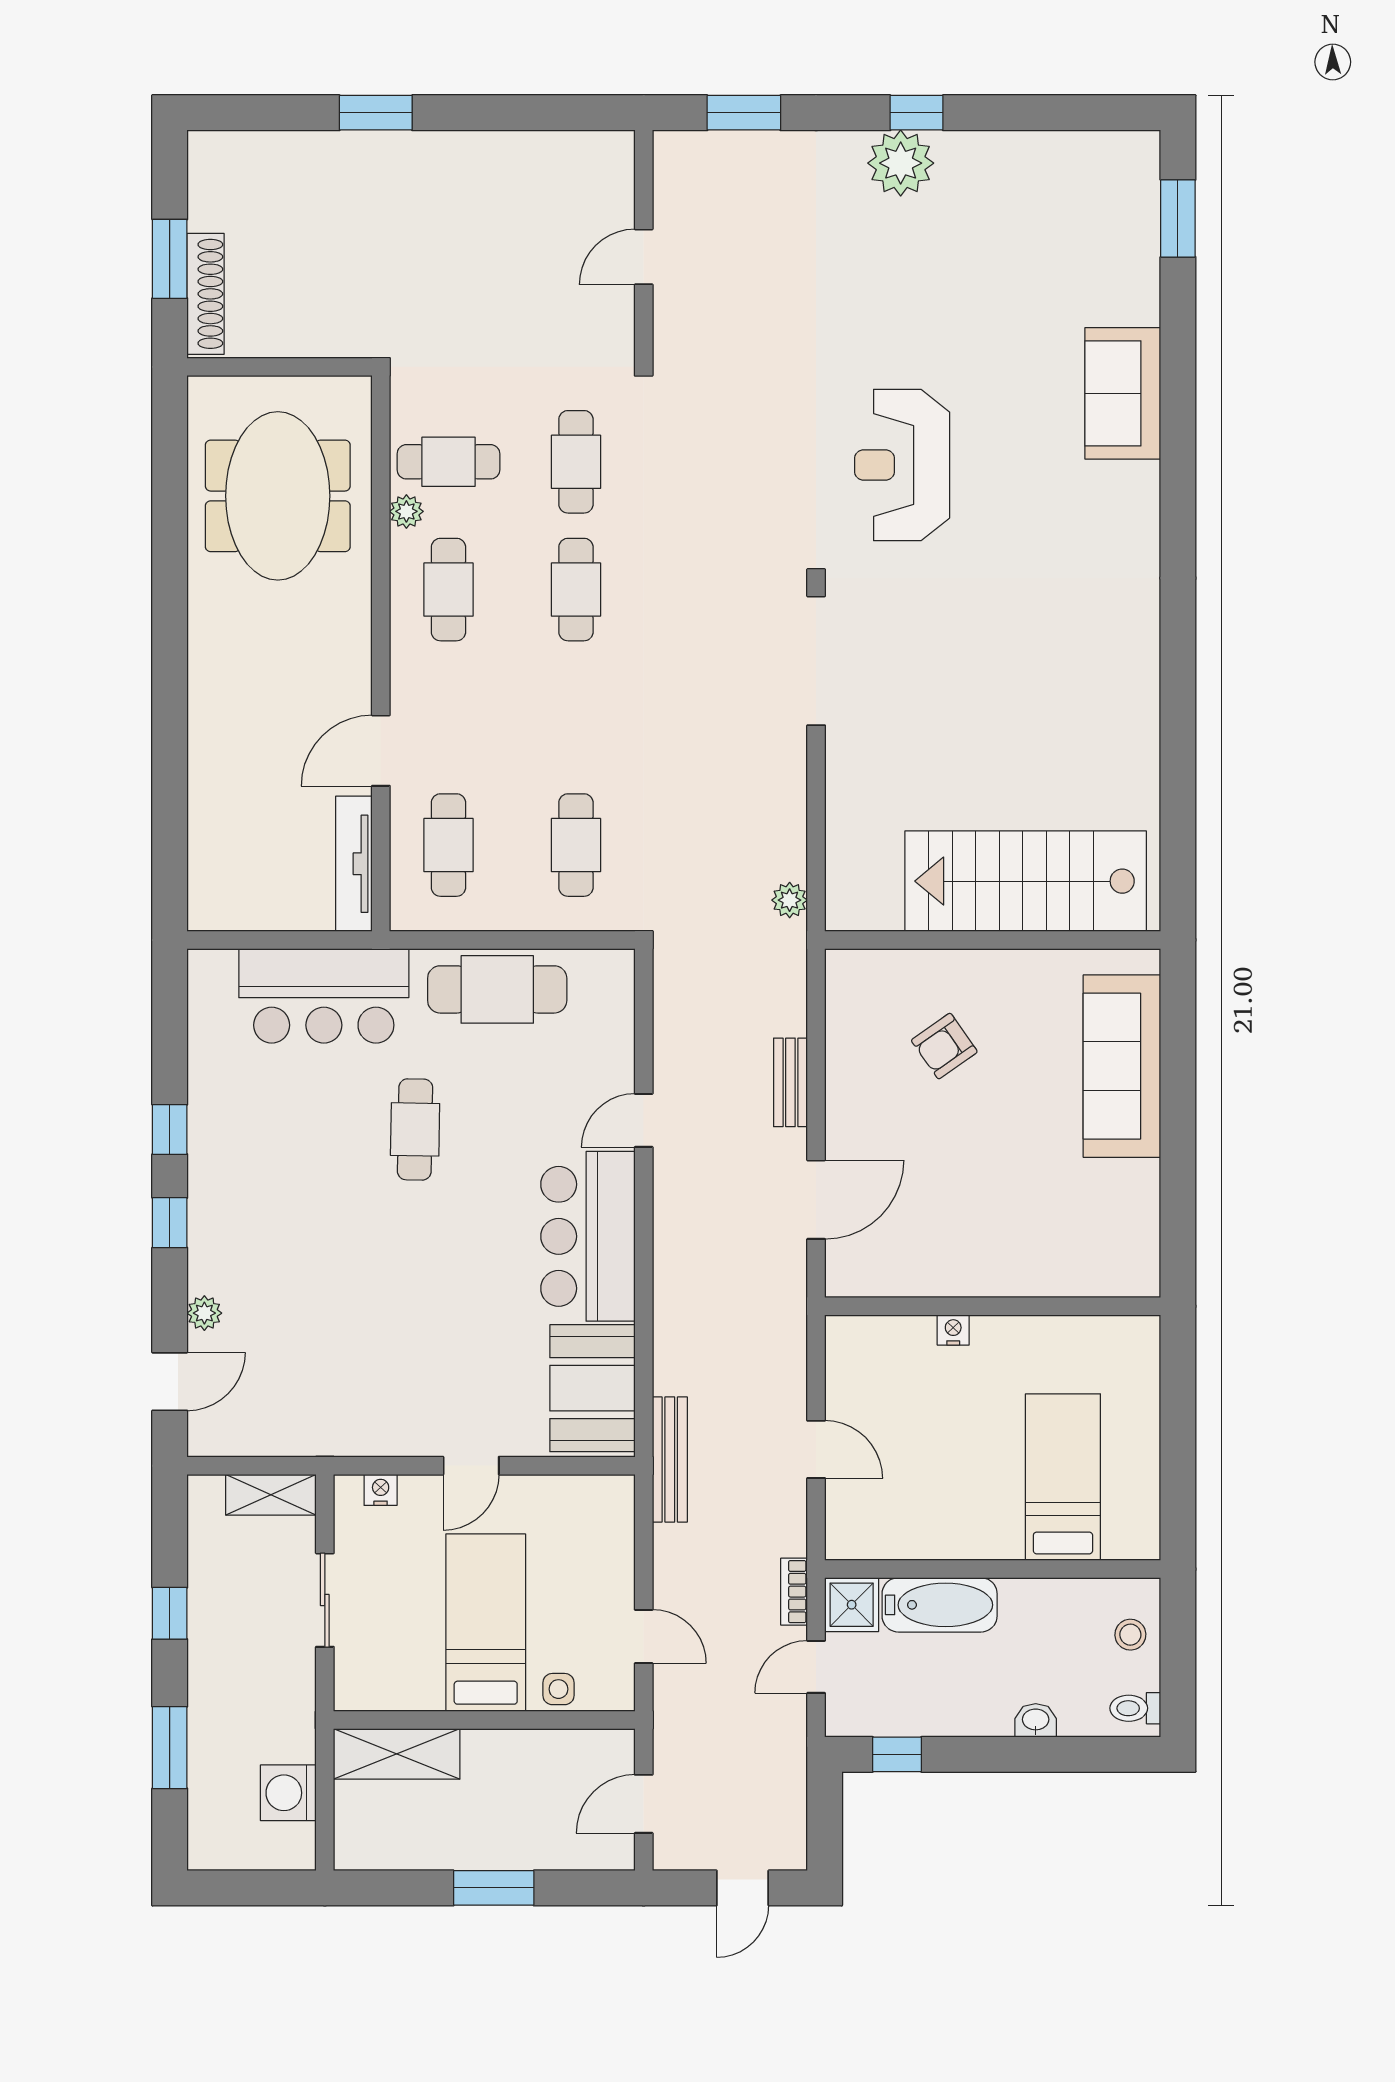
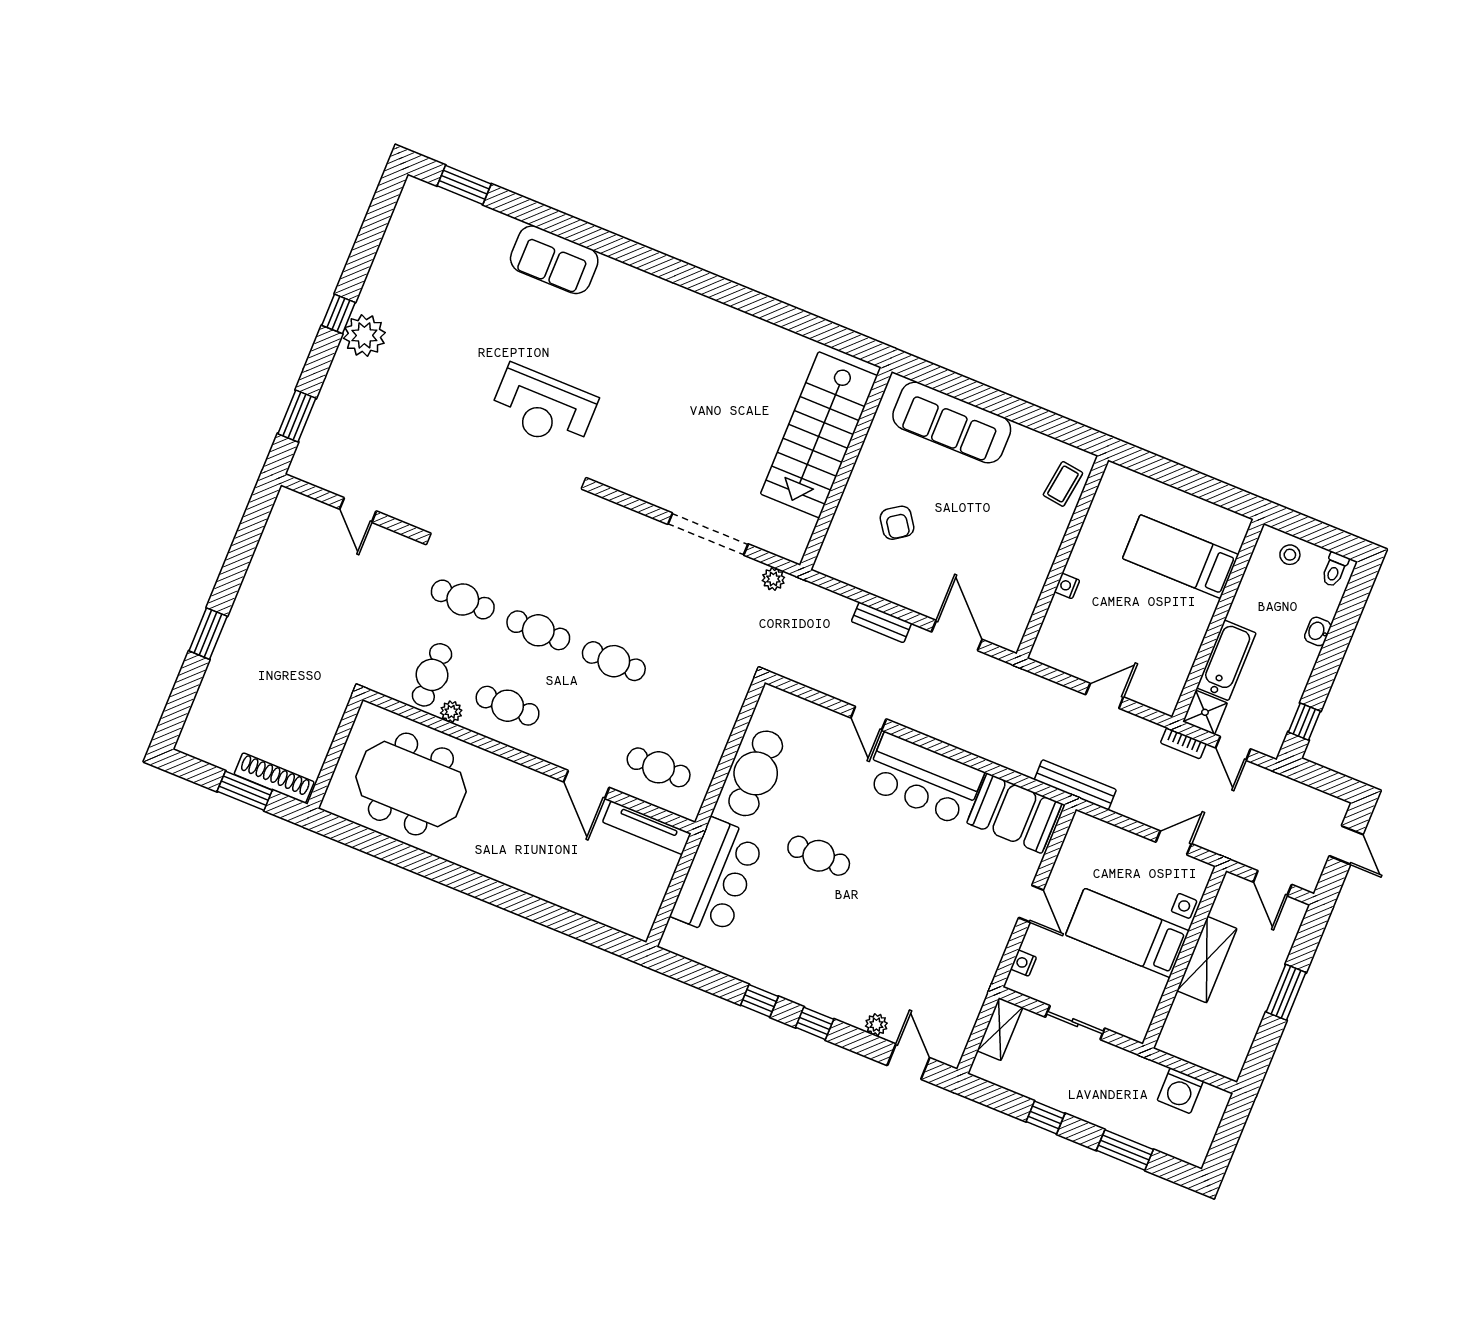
doorway: (816, 661) -> (708, 534), moved
cafe table: (576, 845) -> (614, 661), moved
coffee table: (1099, 1264) -> (1063, 484), added
shelving: (397, 1754) -> (1207, 960), moved

